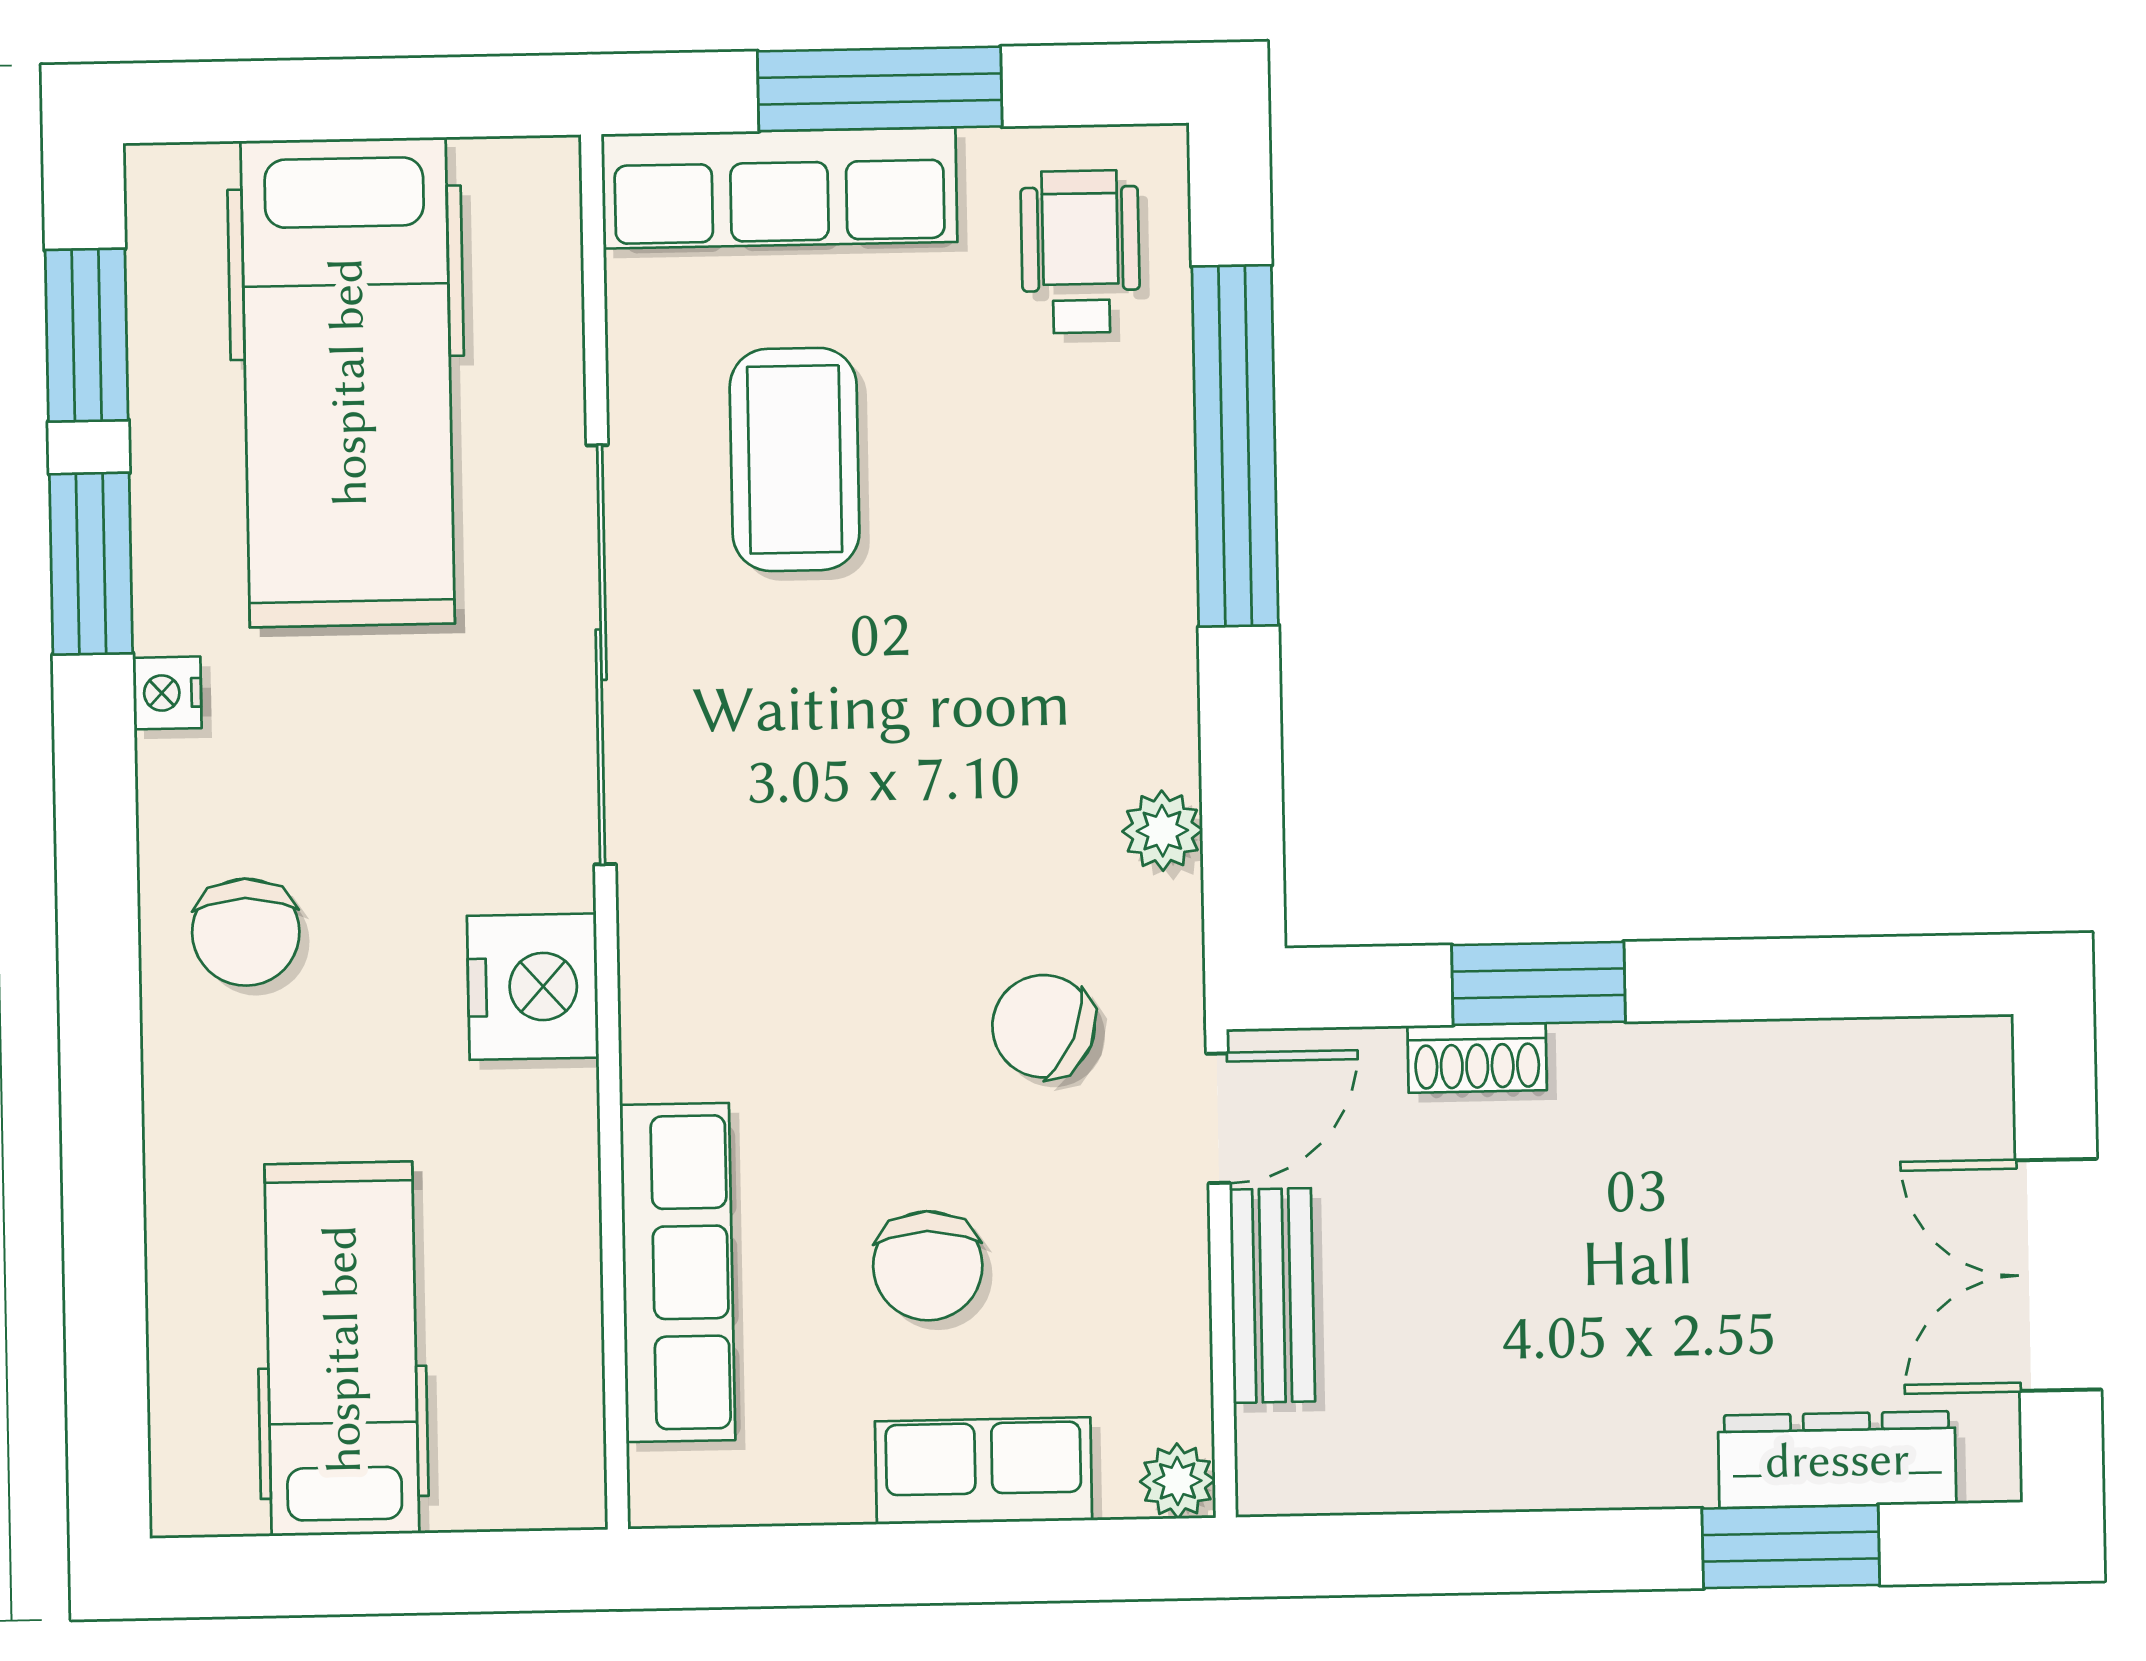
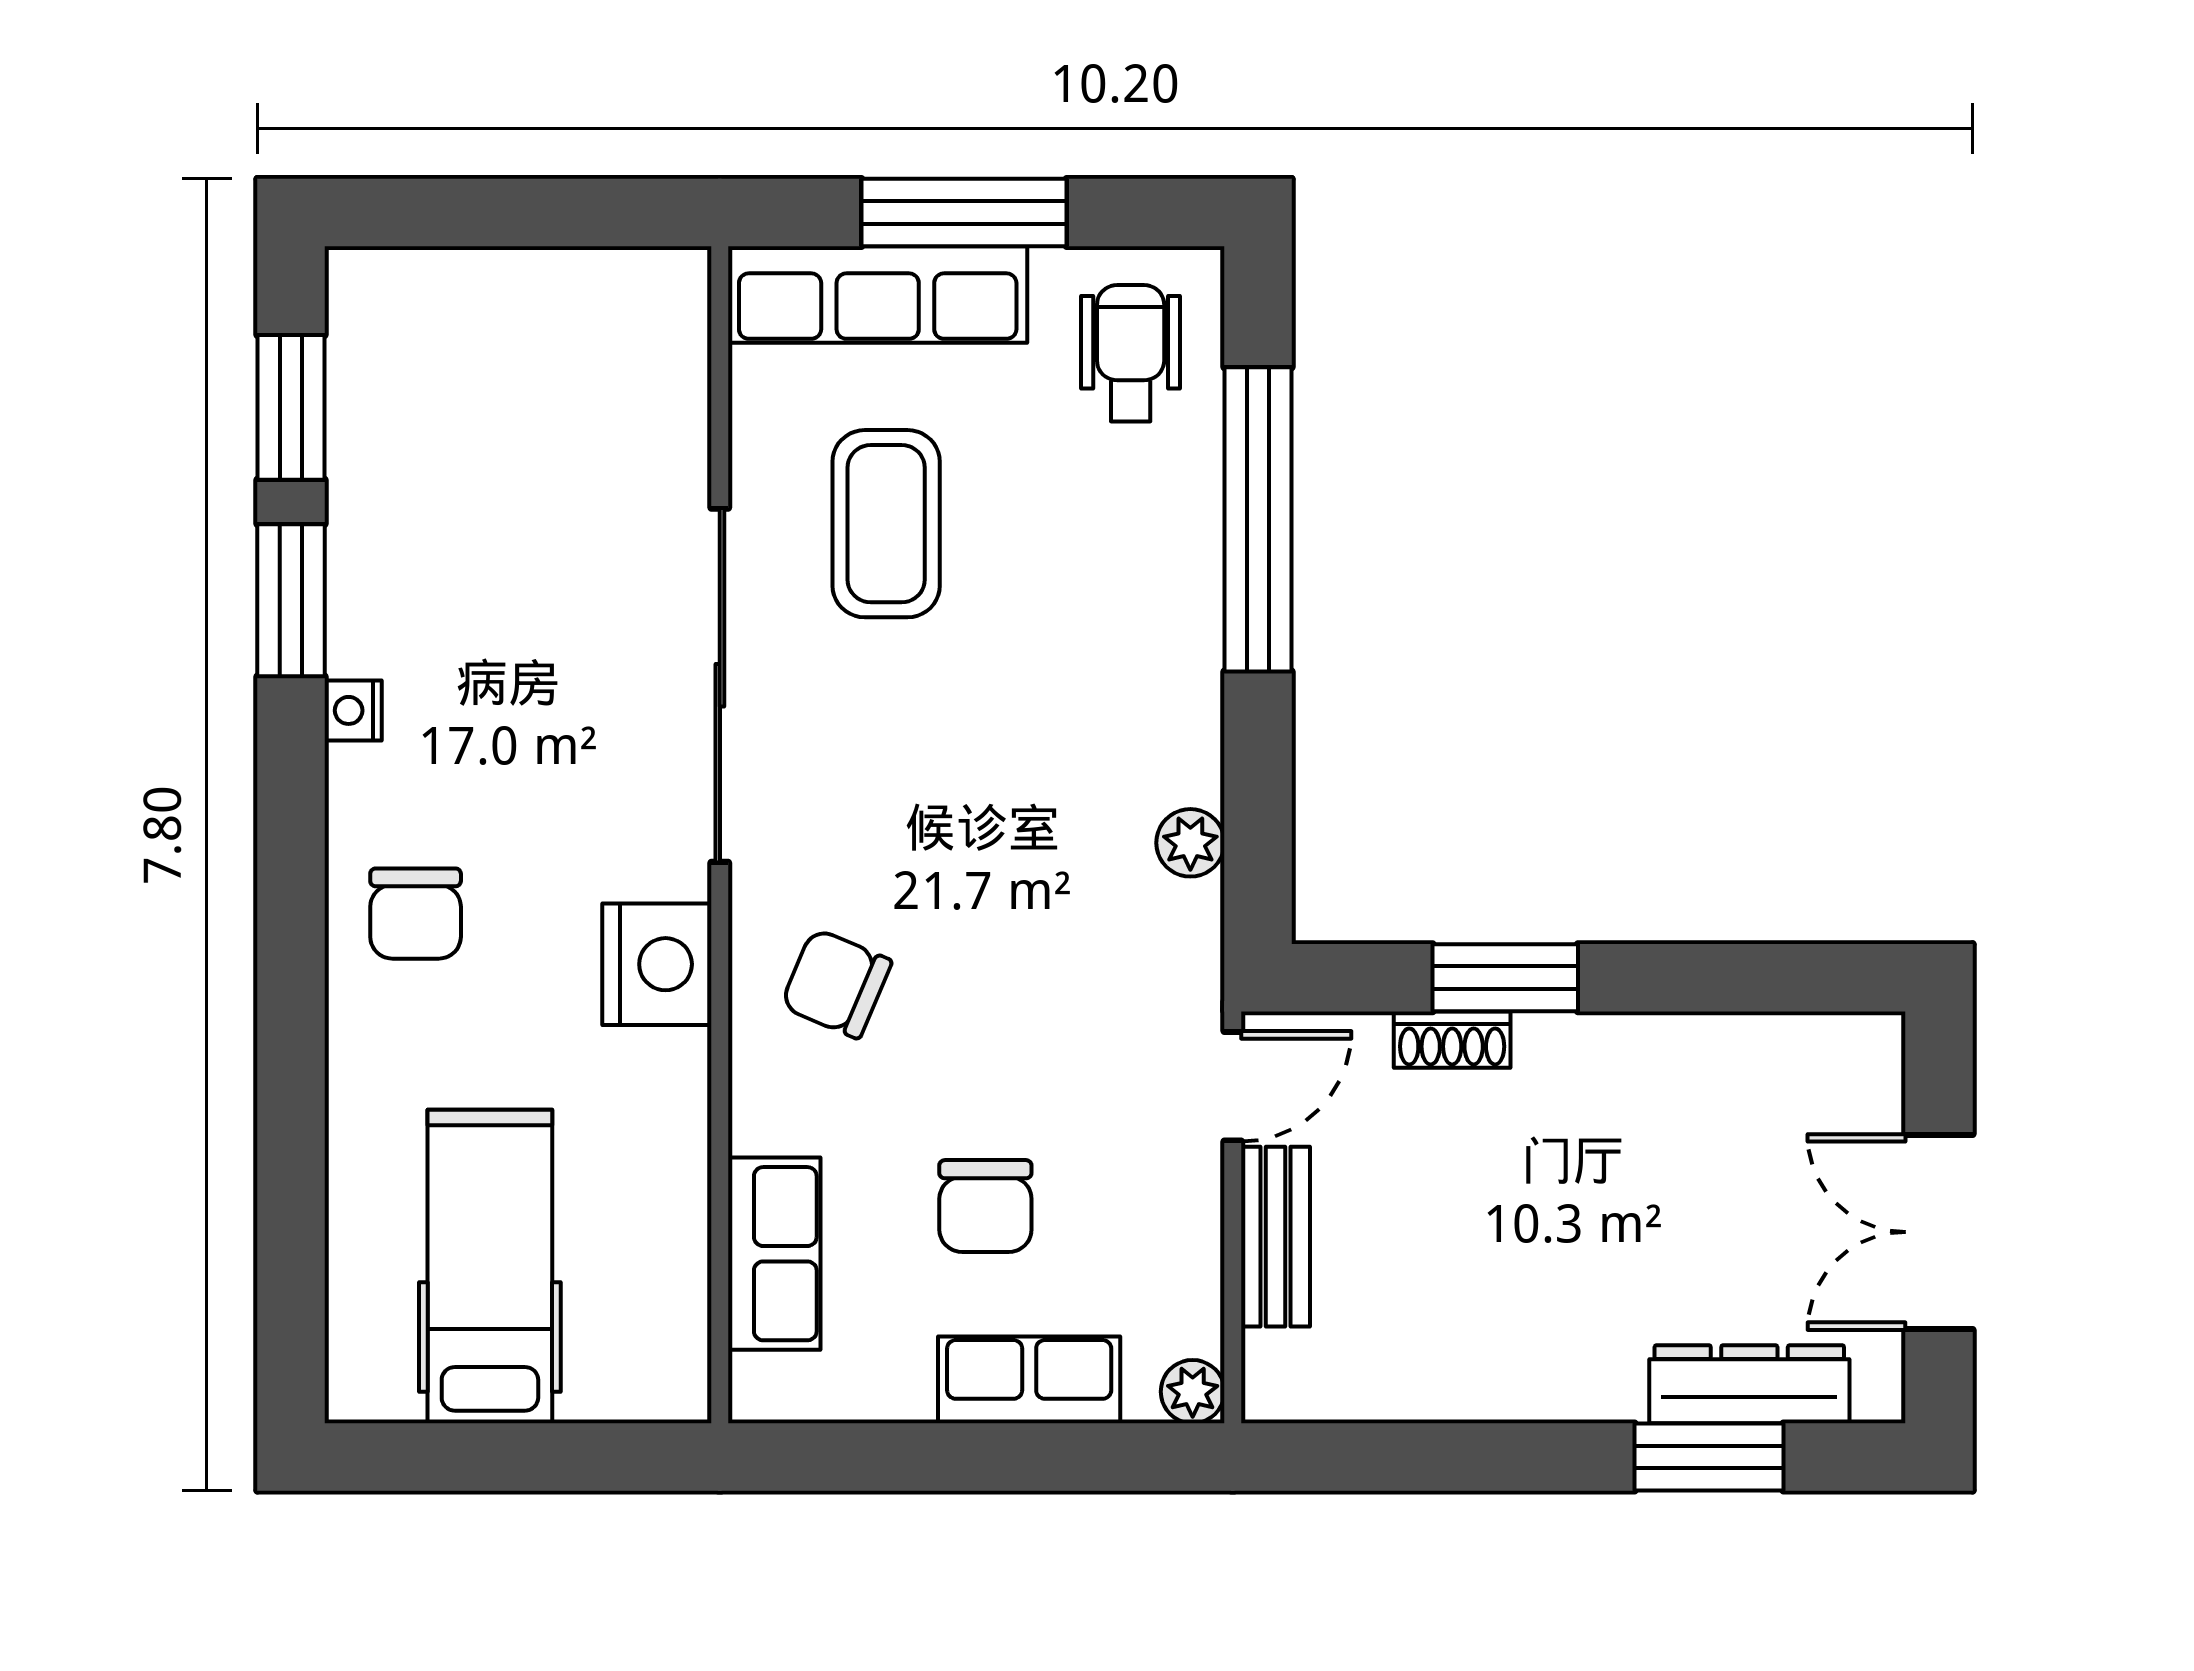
hospital bed: (348, 382) -> (510, 451), removed
chair: (1044, 1026) -> (836, 983), moved
row of seats: (678, 1273) -> (774, 1254), width x0.68

